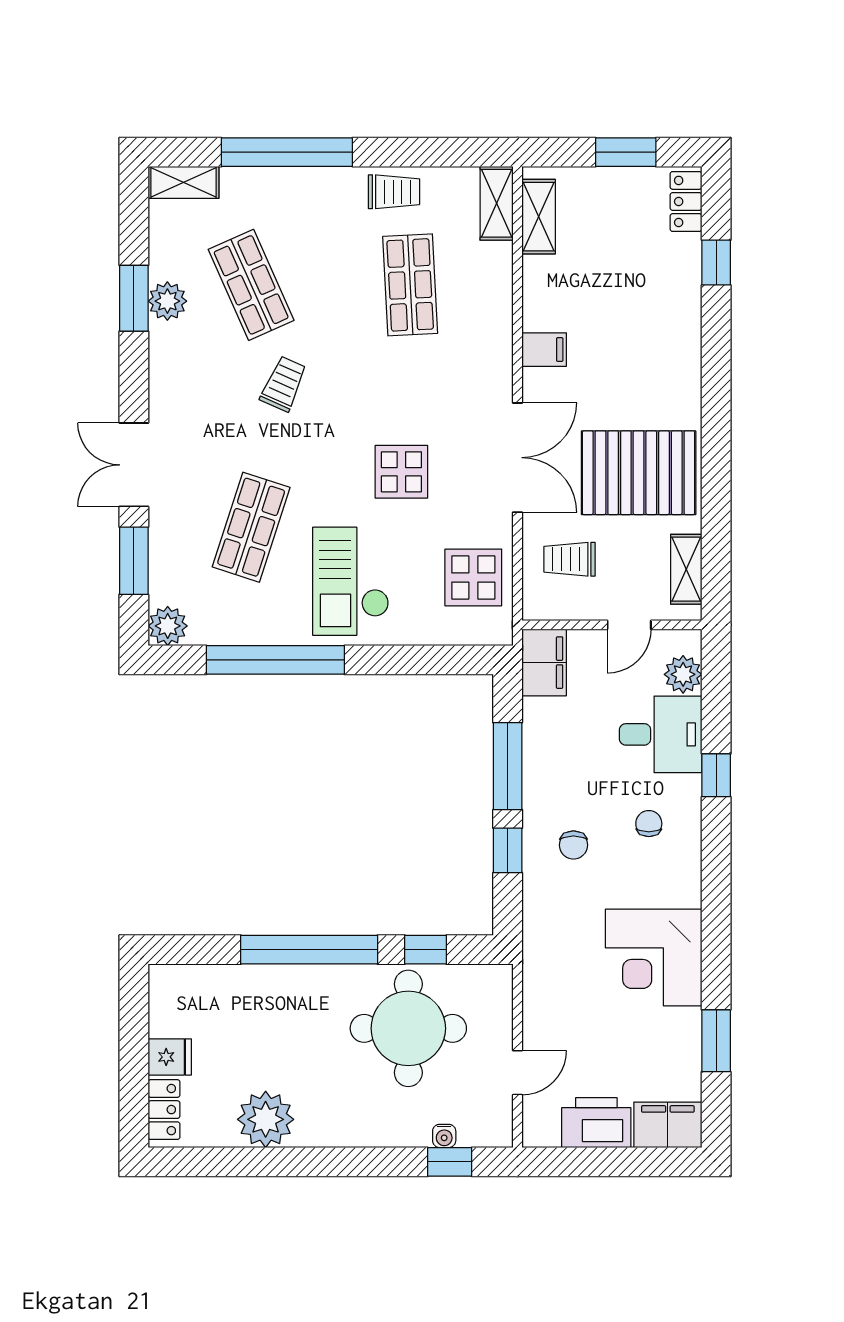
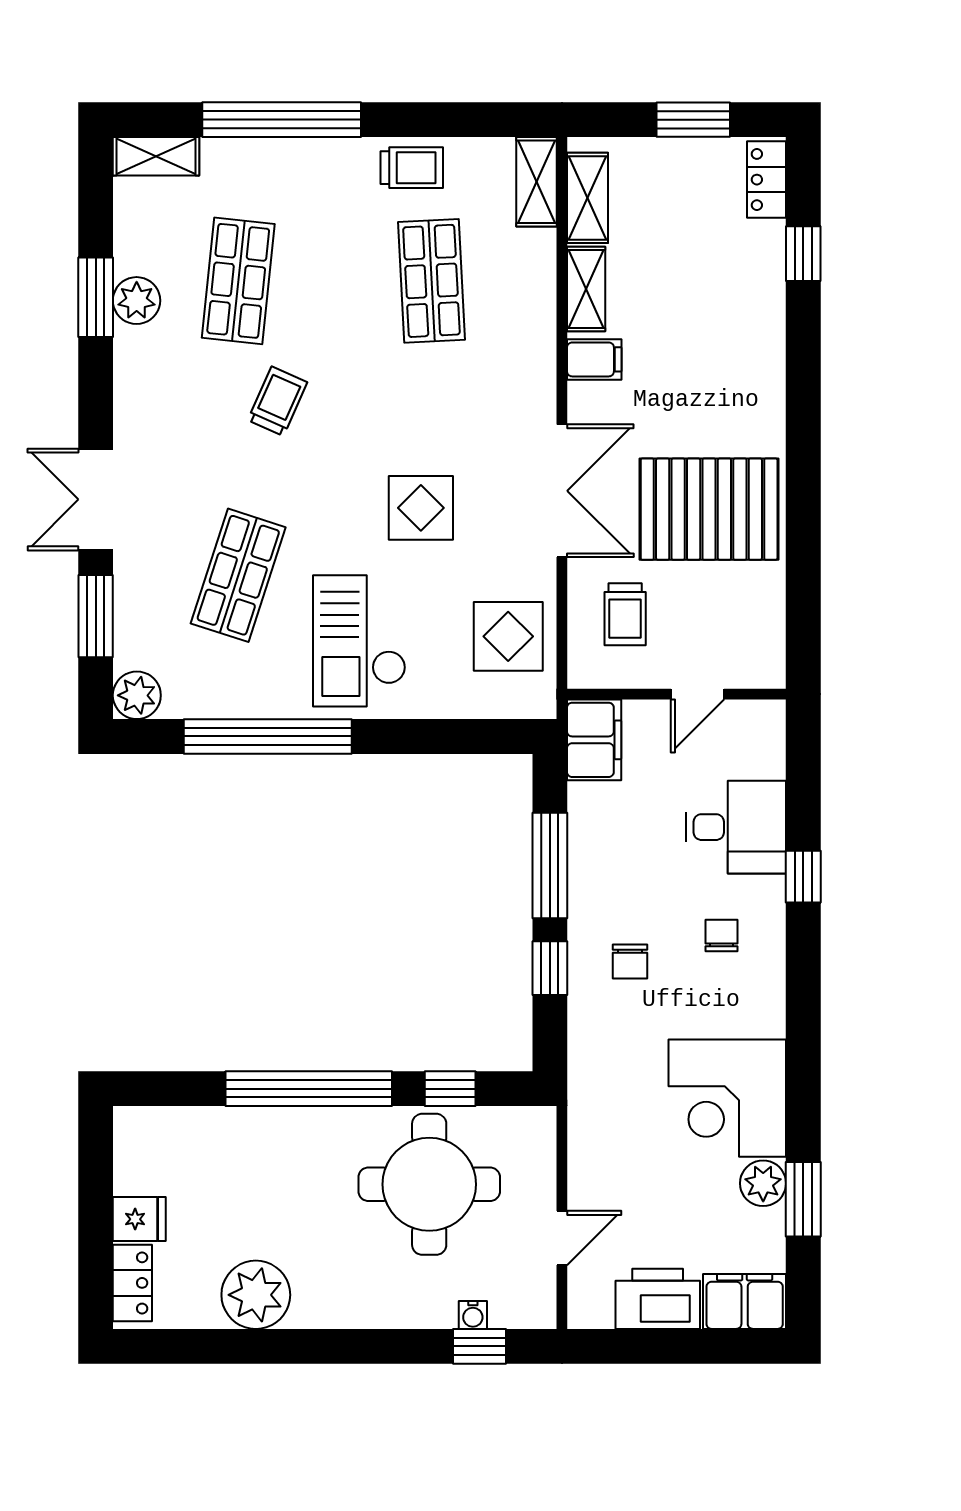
shop shelf: (251, 285) -> (238, 281), turned 30
trolley: (570, 559) -> (625, 614), turned -90
shelving: (686, 569) -> (586, 289), moved
plant: (683, 674) -> (763, 1183), moved

